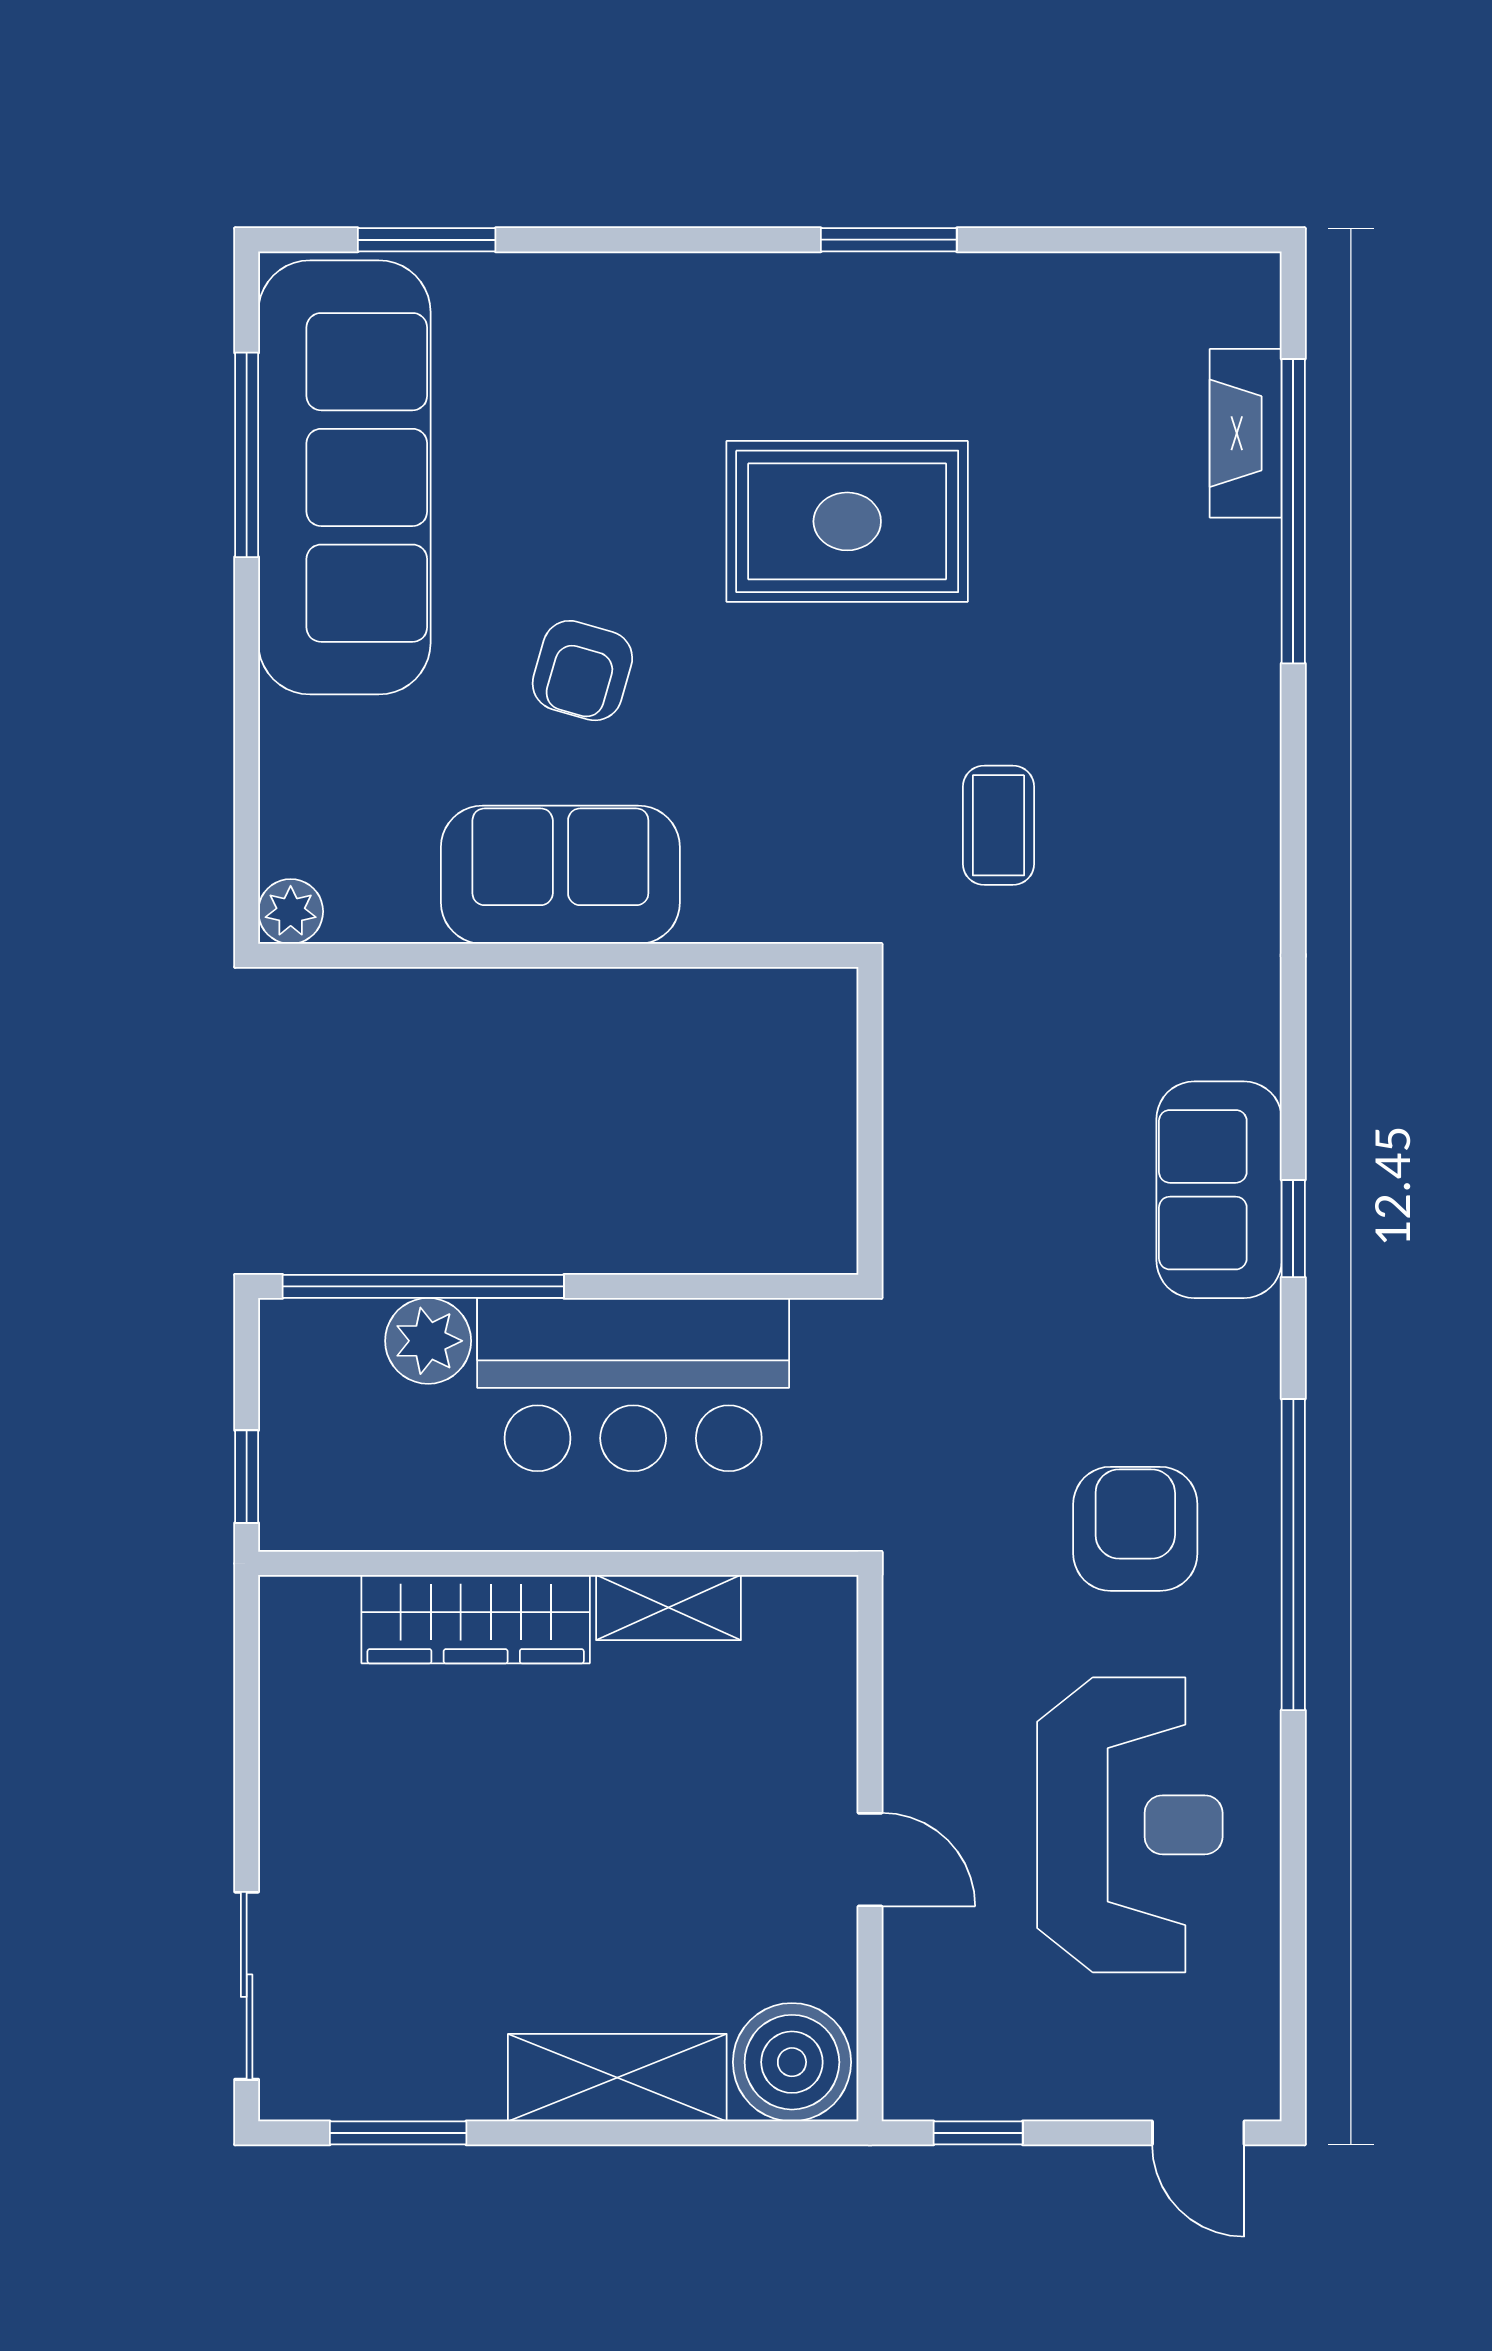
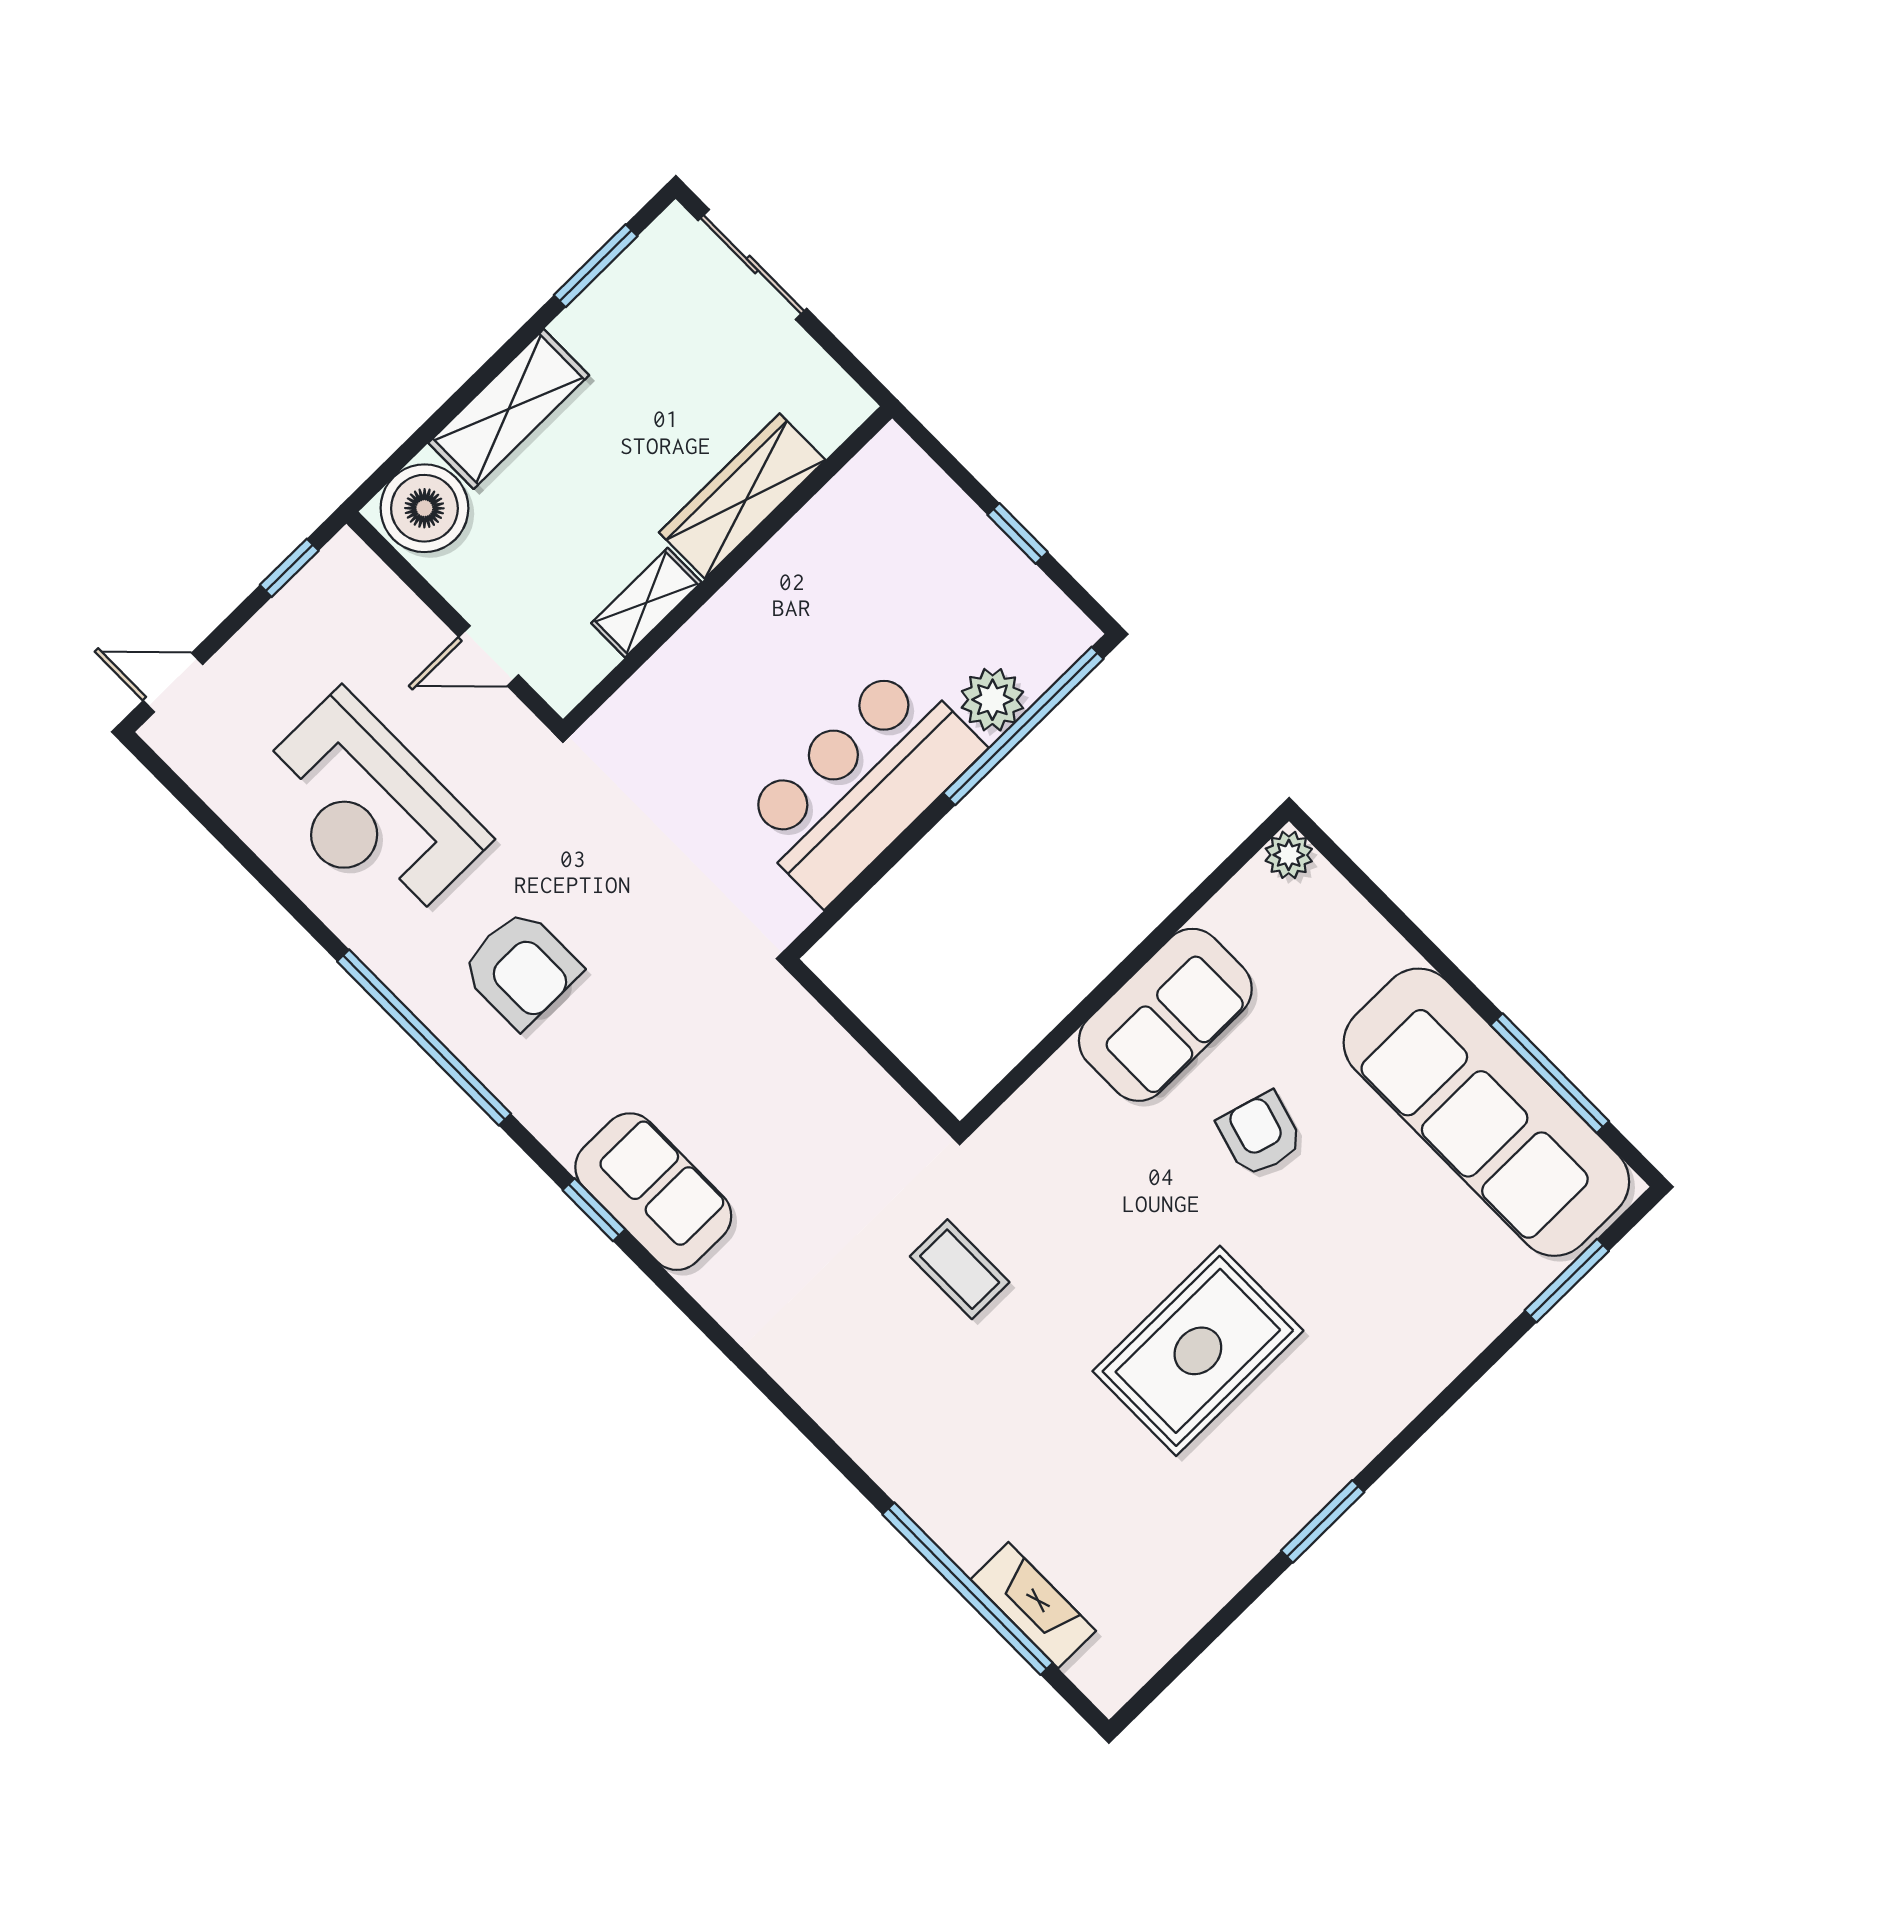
wall: (558, 1563) -> (728, 569), moved
shelving: (668, 1608) -> (646, 603), moved
wardrobe: (476, 1619) -> (742, 496), moved

